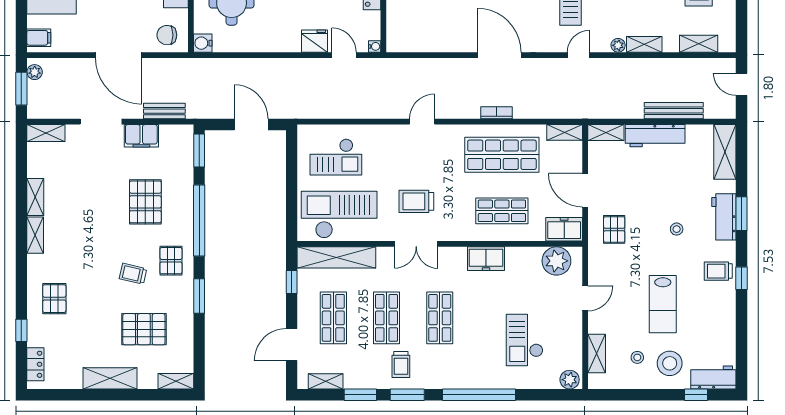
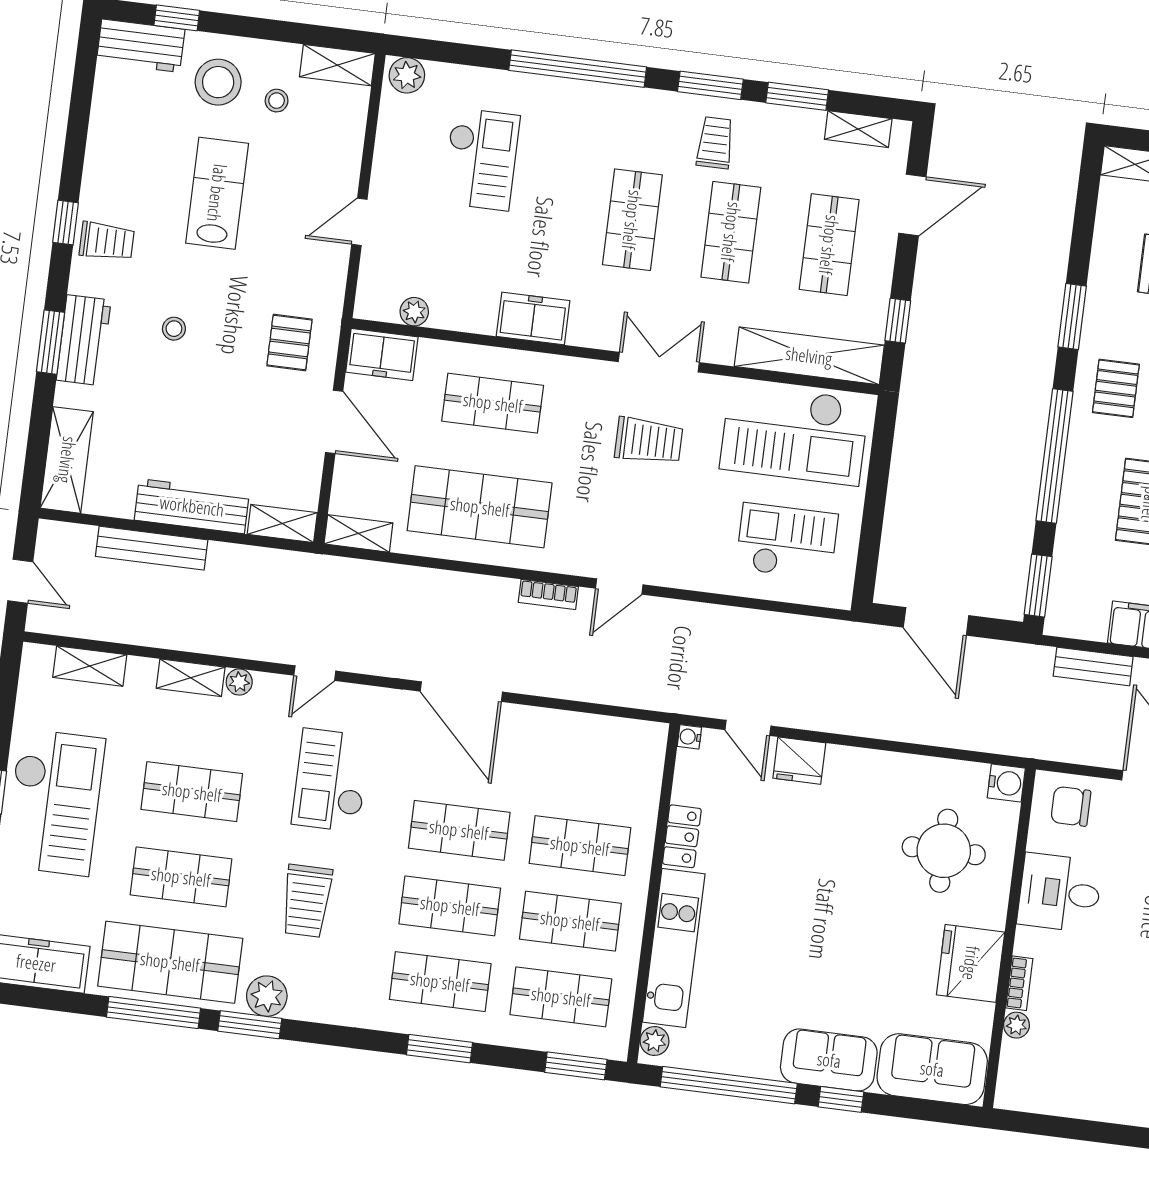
chair: (167, 35) -> (1071, 806), turned 180
bookcase: (497, 113) -> (548, 594), moved
plant: (556, 261) -> (414, 312), width x0.53, depth x0.53
shelving: (597, 353) -> (337, 65), moved, turned 90

